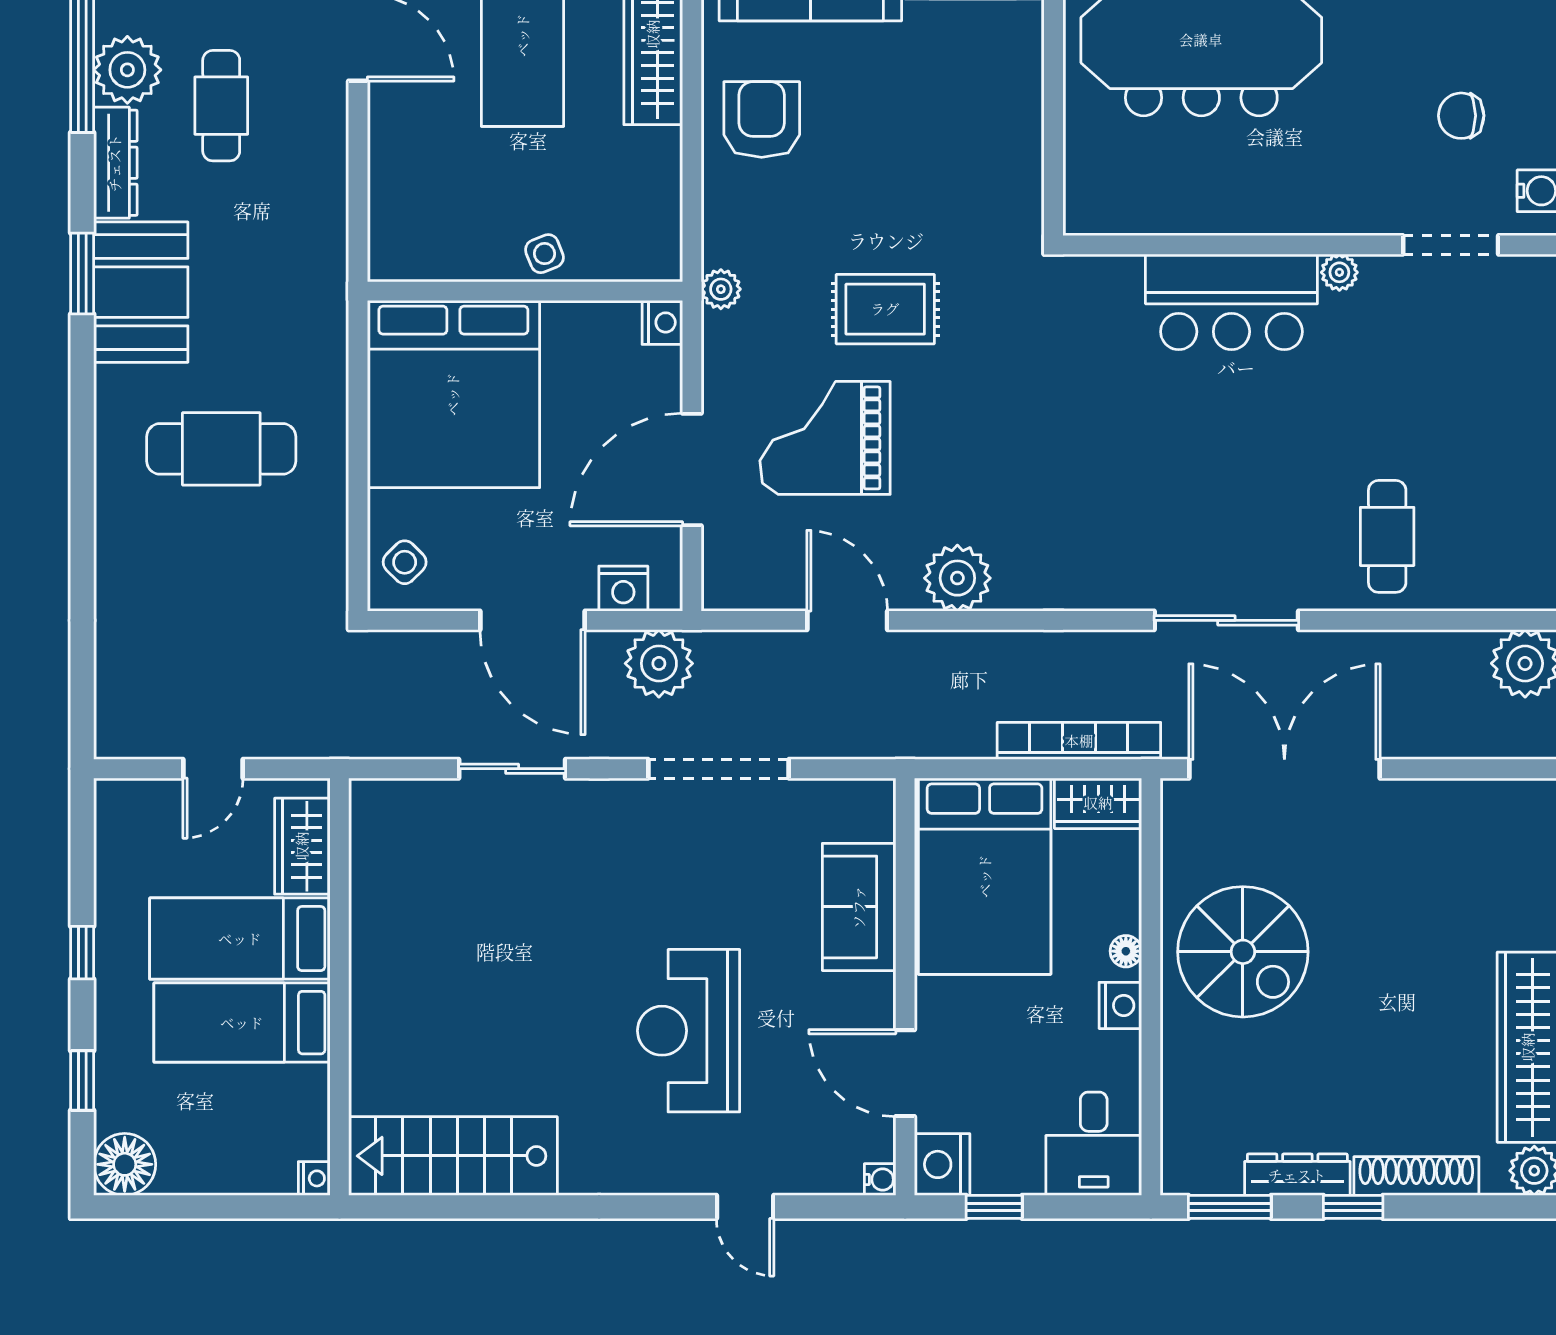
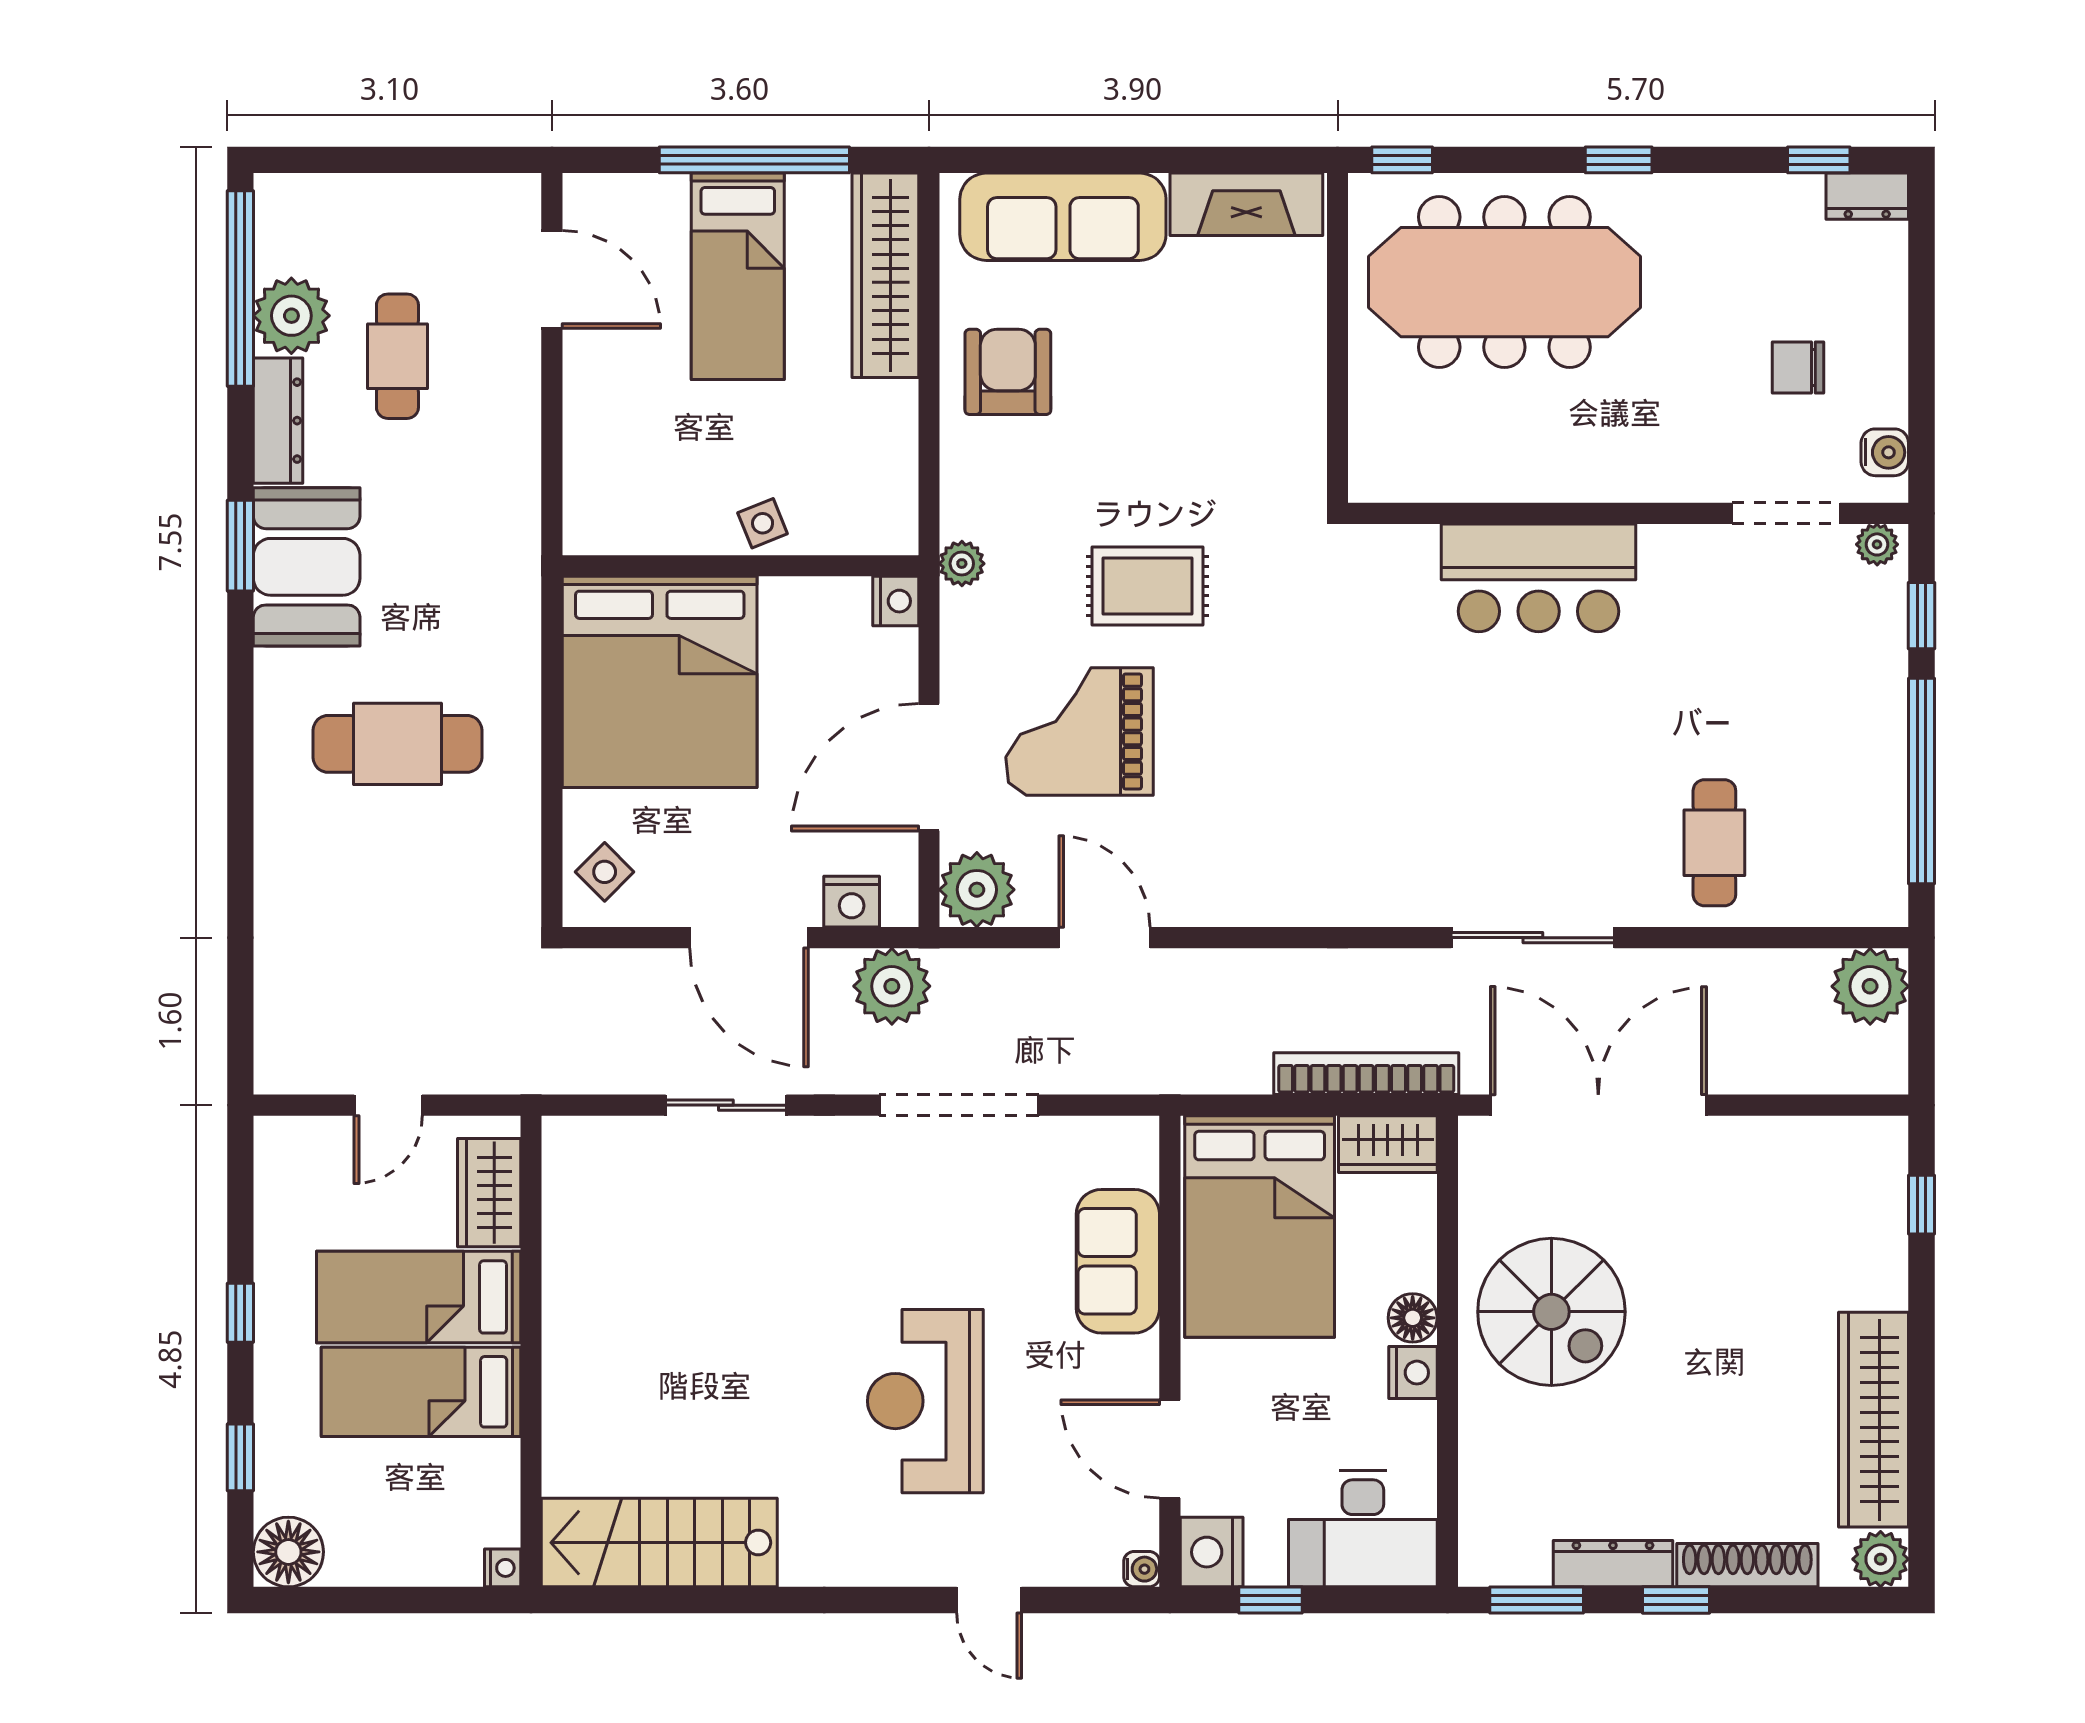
plant: (1339, 272) -> (1877, 544), moved
plant: (957, 578) -> (977, 890), moved
floor lamp: (1126, 951) -> (1413, 1318), width x1.37, depth x1.37
desk: (1094, 1144) -> (1363, 1529), width x1.37

